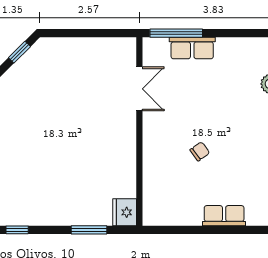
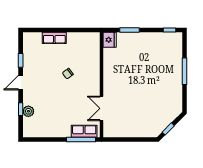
row of seats: (192, 48) -> (84, 131), moved

